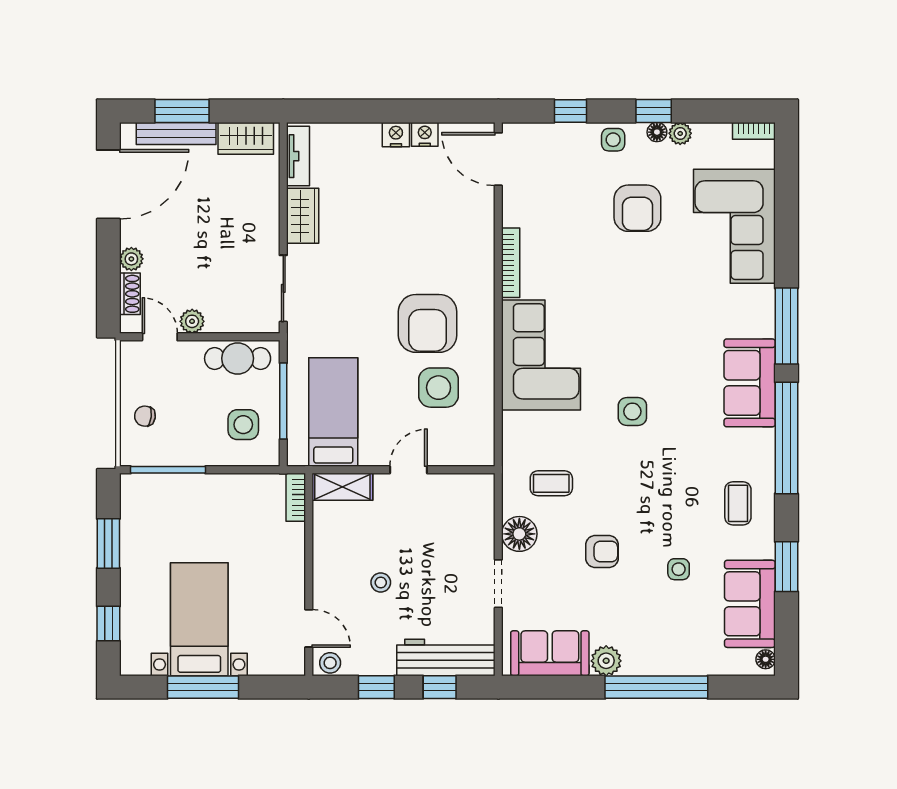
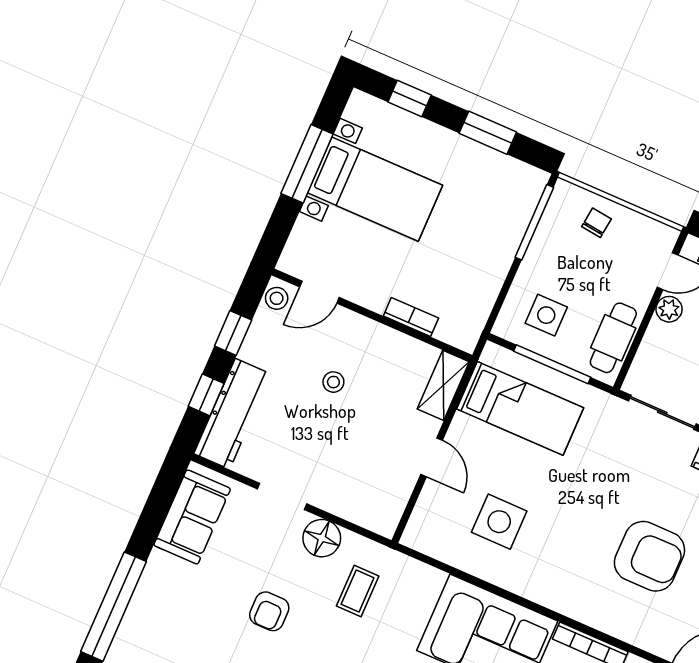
armchair: (428, 323) -> (649, 556), moved, turned 180
bookcase: (296, 497) -> (411, 317), moved
plant: (606, 661) -> (161, 569), removed

